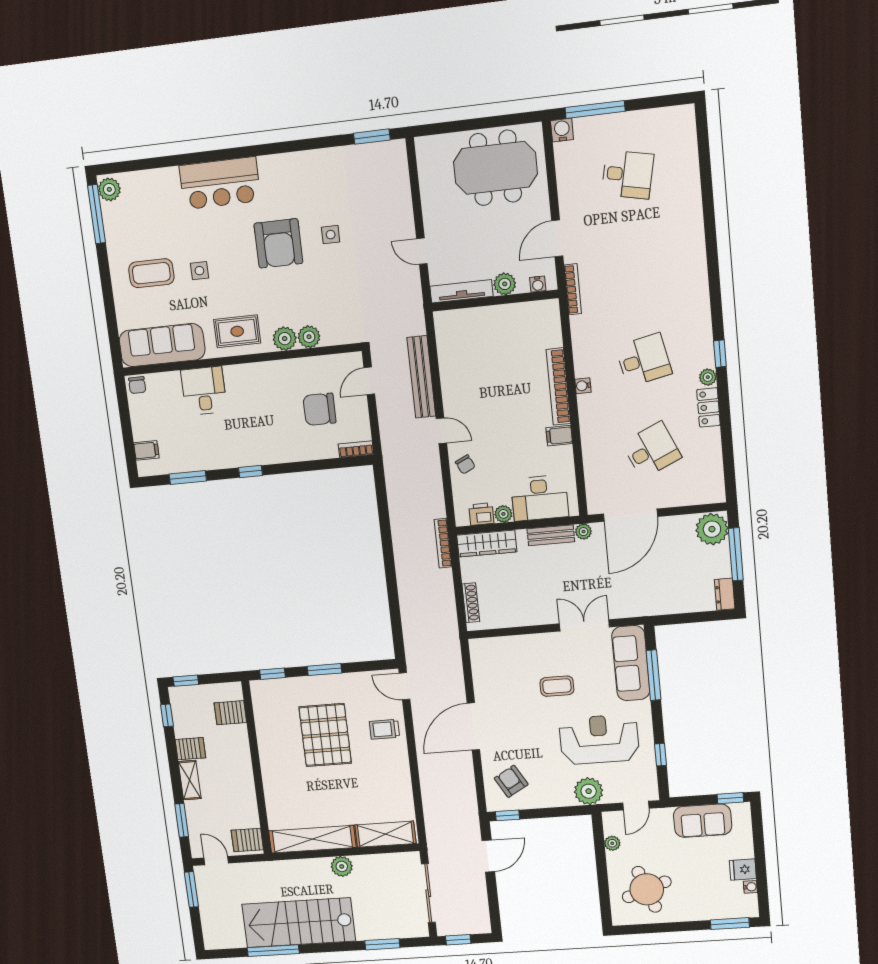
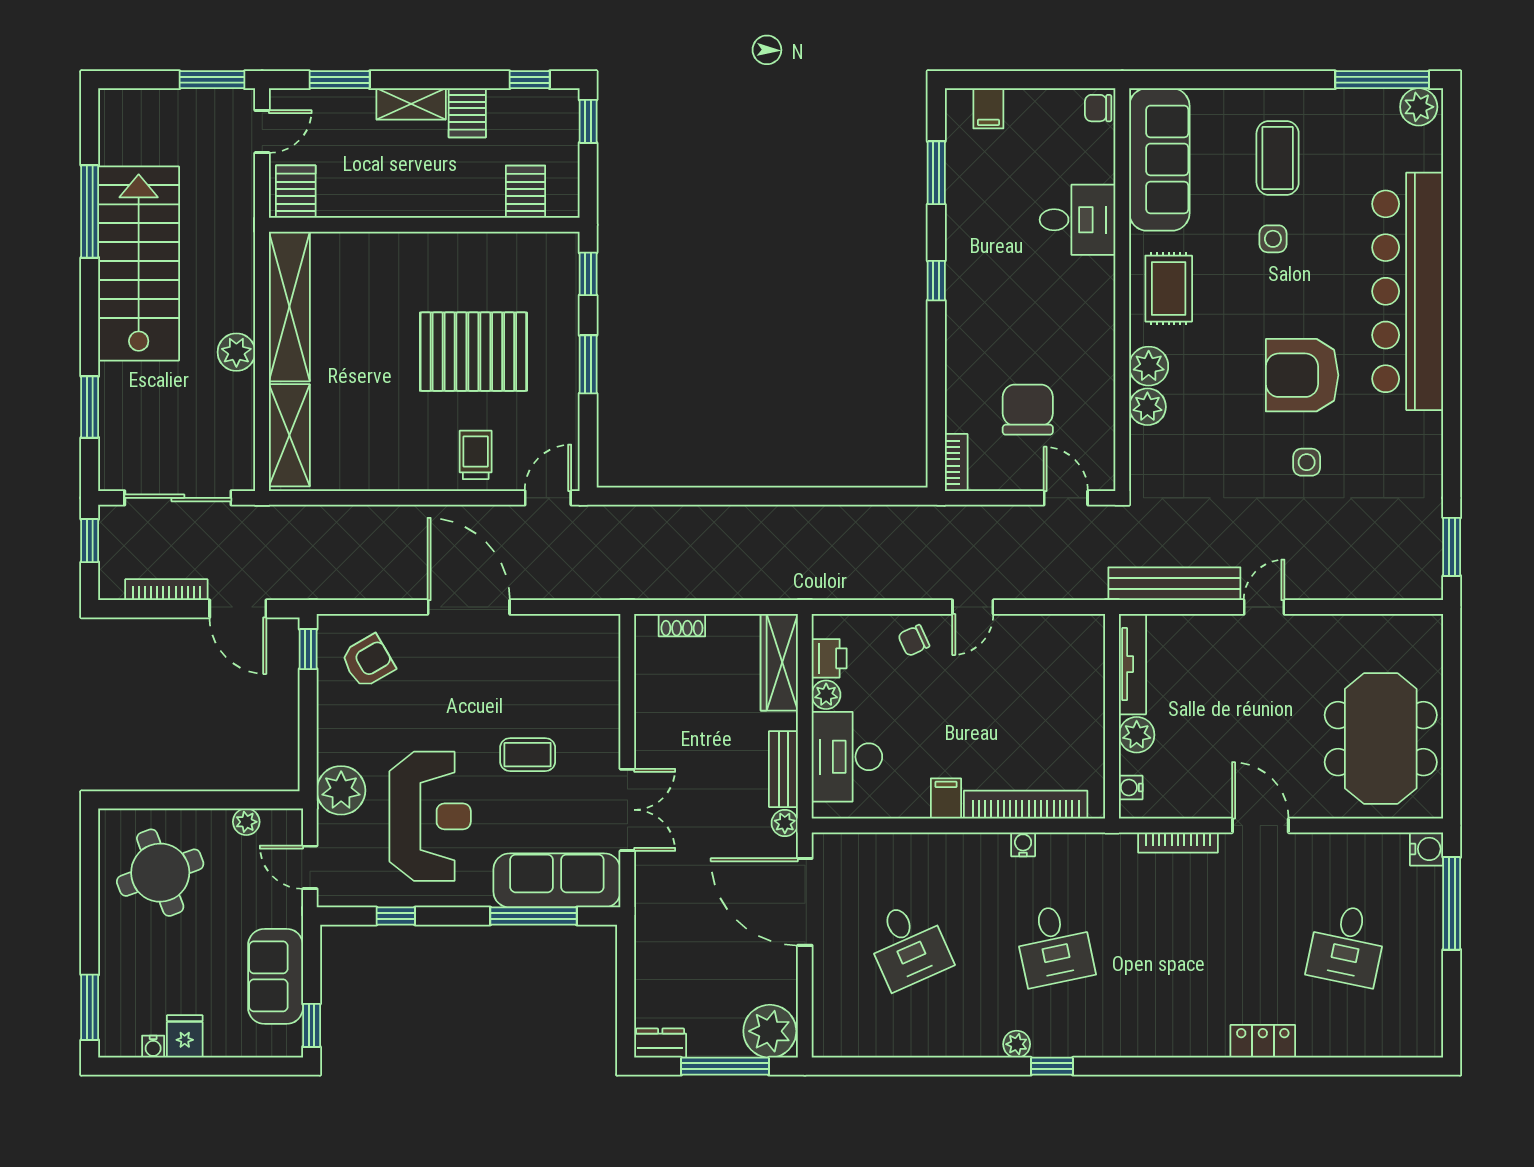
bar counter: (220, 183) -> (1408, 291), width x1.86
plant: (505, 284) -> (1137, 735), moved
water cooler: (538, 284) -> (1131, 787), moved
tv unit: (461, 291) -> (1132, 664), moved
wall: (495, 301) -> (1112, 716), moved
bench: (421, 377) -> (1174, 584), moved
locker: (708, 407) -> (1263, 1041), moved
bookcase: (443, 543) -> (166, 590), moved
shoe rack: (471, 603) -> (682, 625), width x0.70
coffee table: (557, 686) -> (528, 755), turned 90

